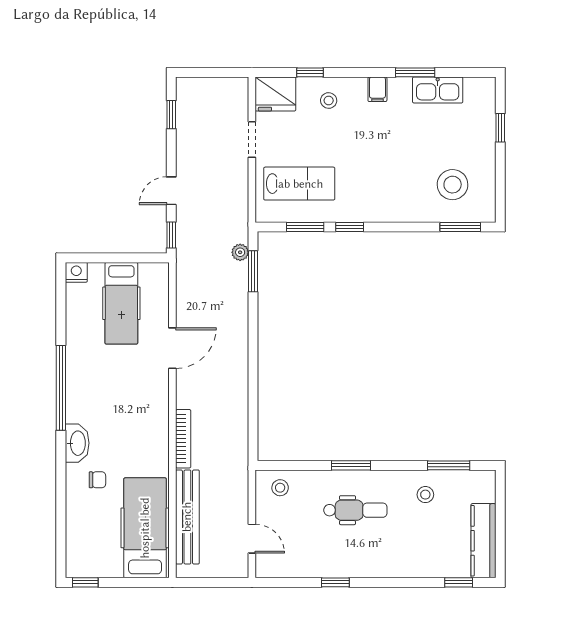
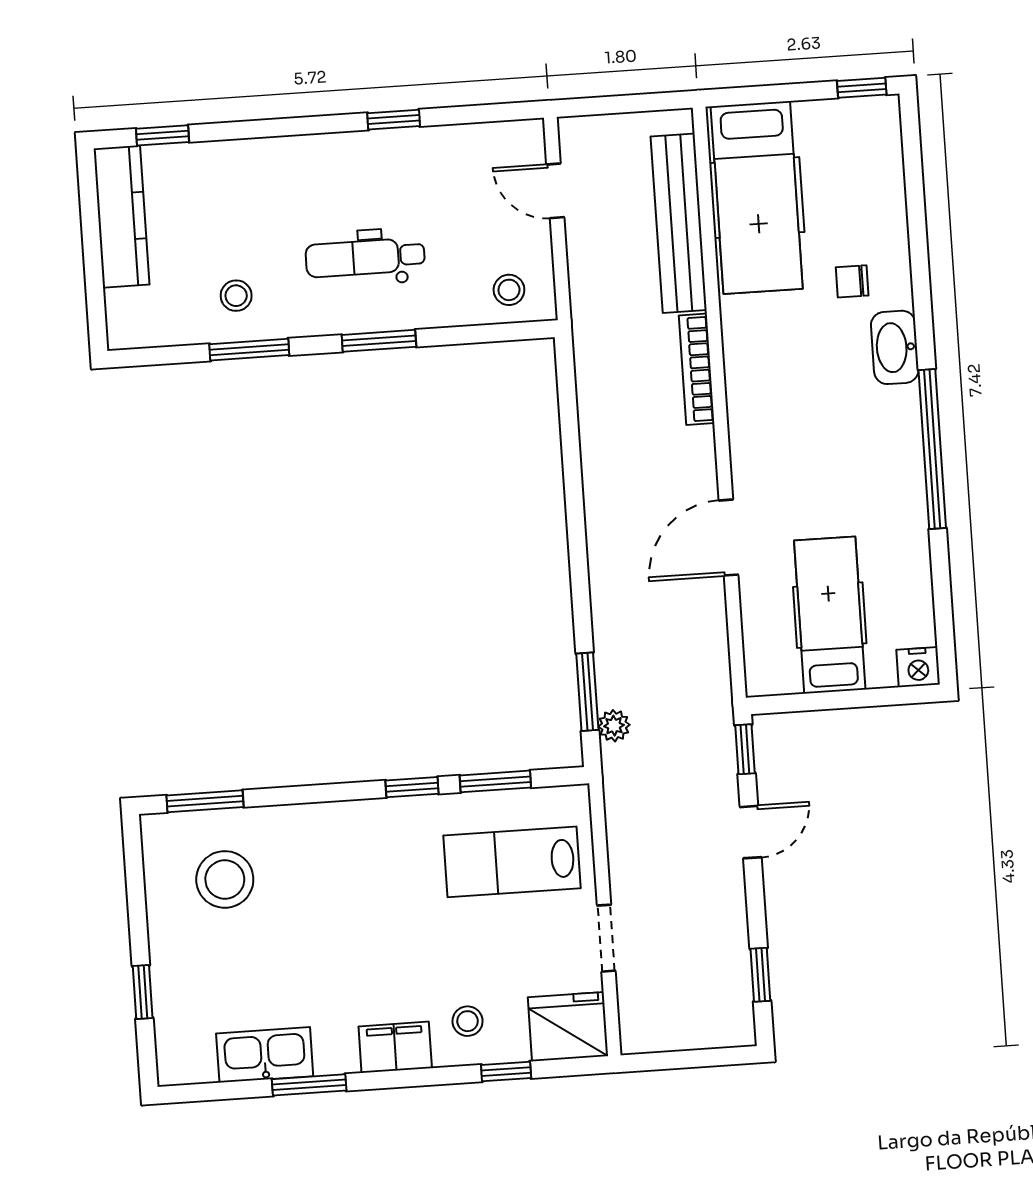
filing cabinet: (377, 89) -> (395, 1047), width x2.00
window: (449, 465) -> (249, 350), moved

